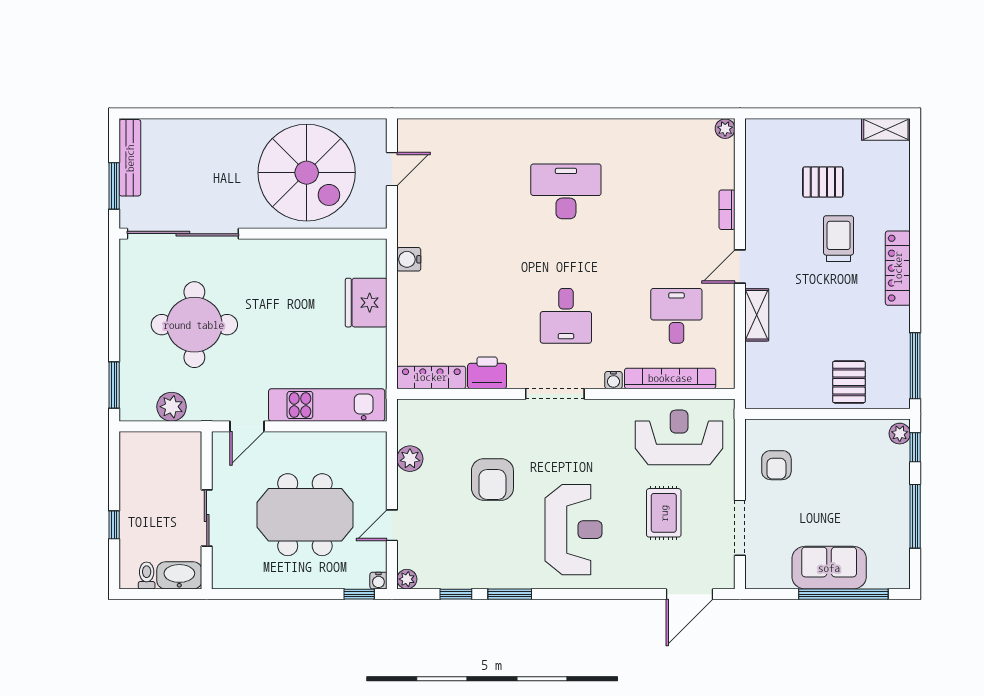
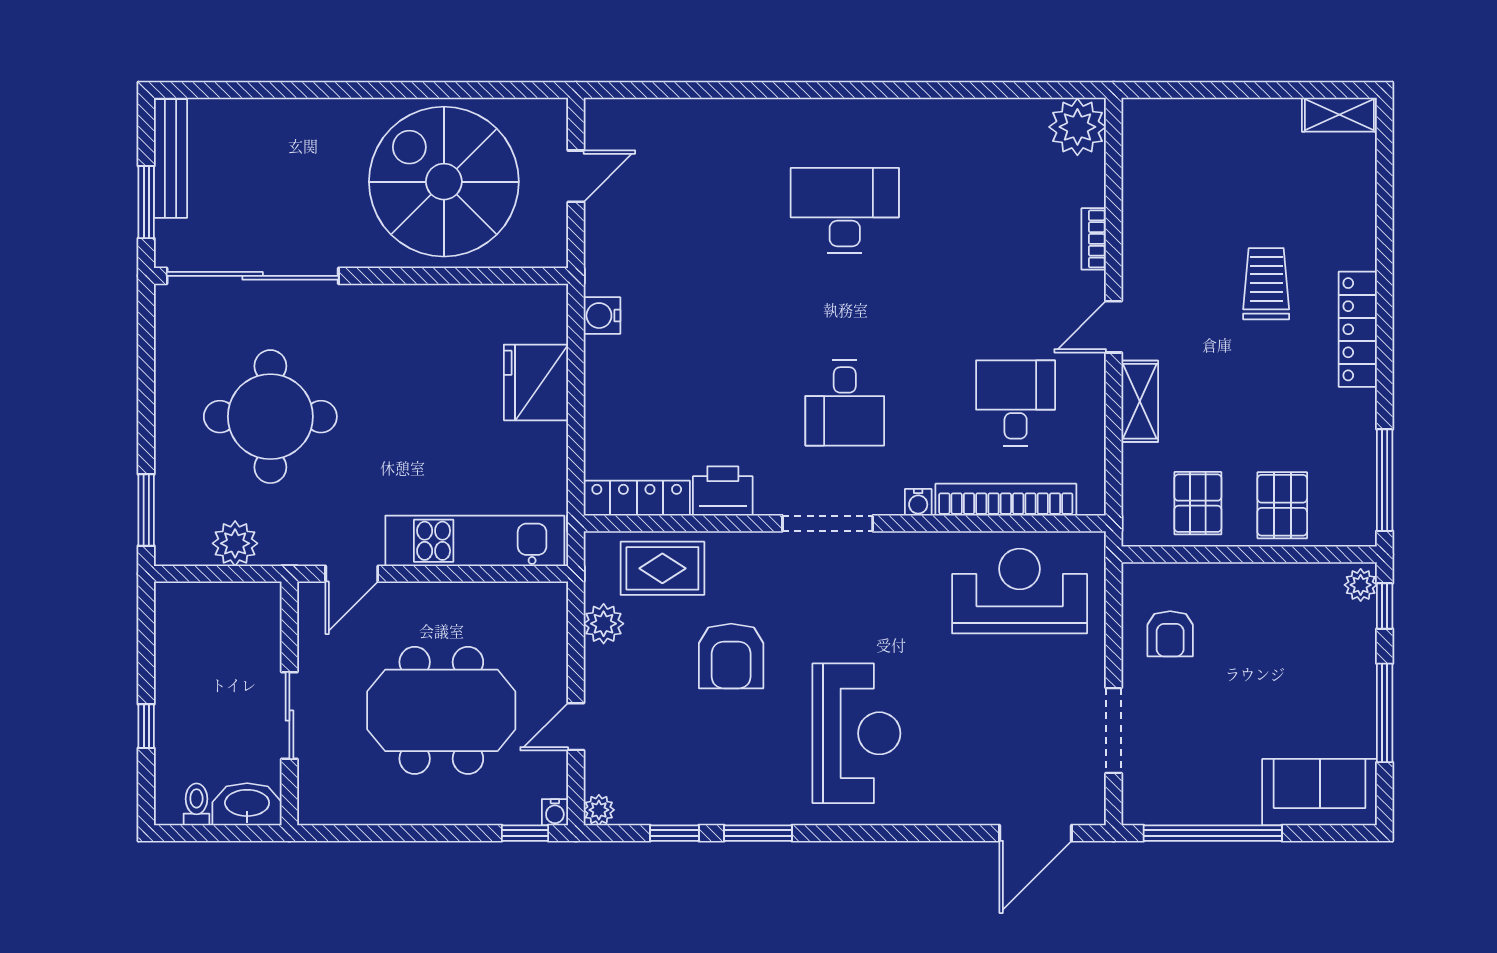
plant: (725, 129) -> (1077, 127), width x1.87, depth x1.87
spiral stairs: (307, 173) -> (444, 182), turned 180
pallet: (823, 182) -> (1198, 503), moved, turned 90
rug: (664, 513) -> (662, 568), moved, turned 90
sofa: (829, 568) -> (1320, 792), moved
window: (843, 594) -> (1213, 833), moved

